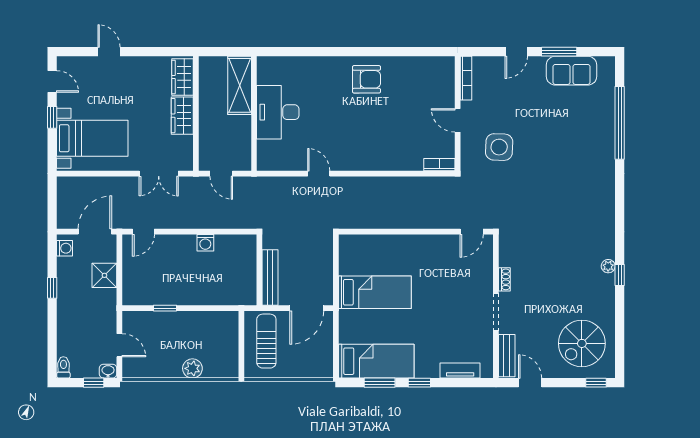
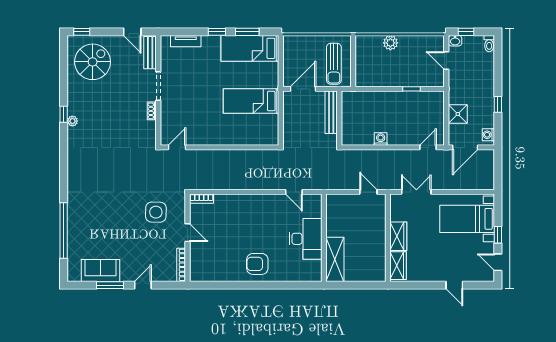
shelving: (240, 85) -> (335, 259), moved
desk: (278, 112) -> (306, 239), moved
wall: (254, 114) -> (324, 238), moved

